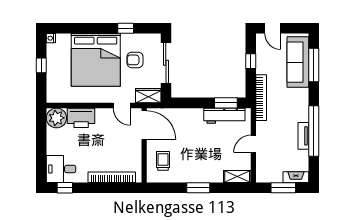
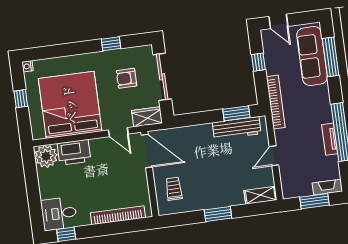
bed: (96, 60) -> (70, 105), moved, turned 180

